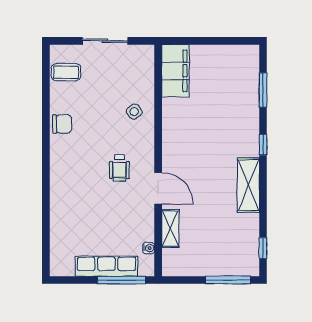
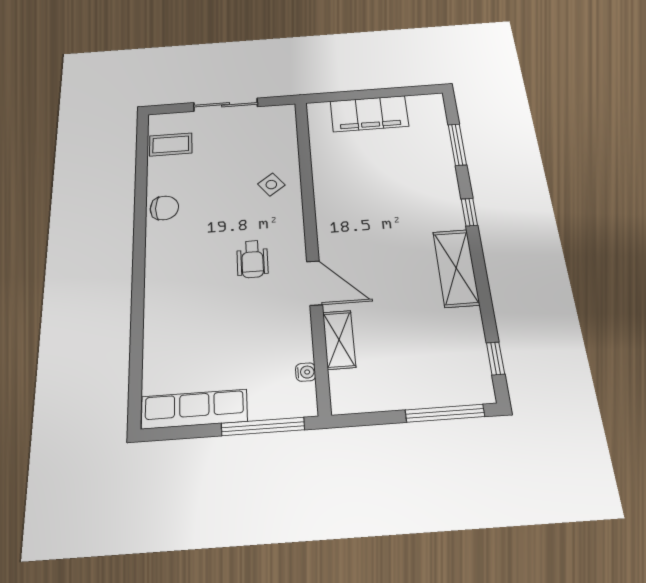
filing cabinet: (175, 71) -> (369, 114), moved, turned 90
row of seats: (106, 266) -> (194, 409), moved

